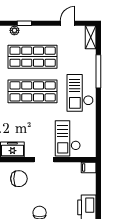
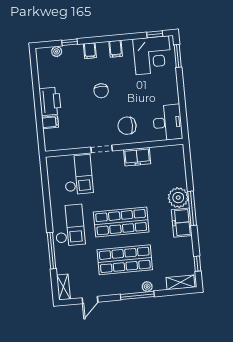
window: (24, 23) -> (137, 295), width x2.17
filing cabinet: (89, 167) -> (50, 122), moved

